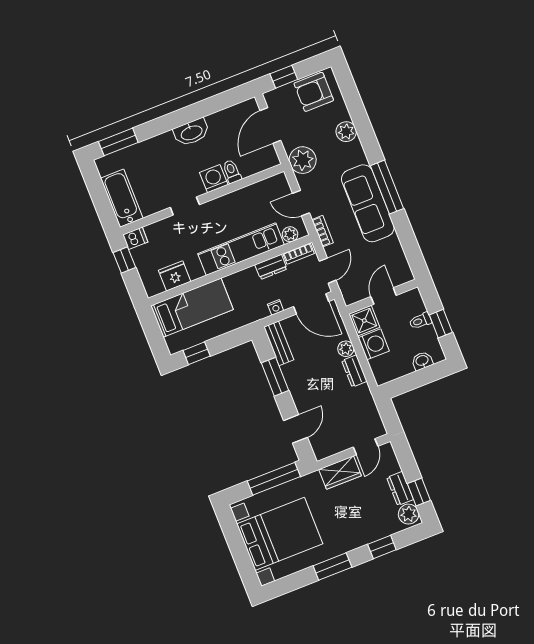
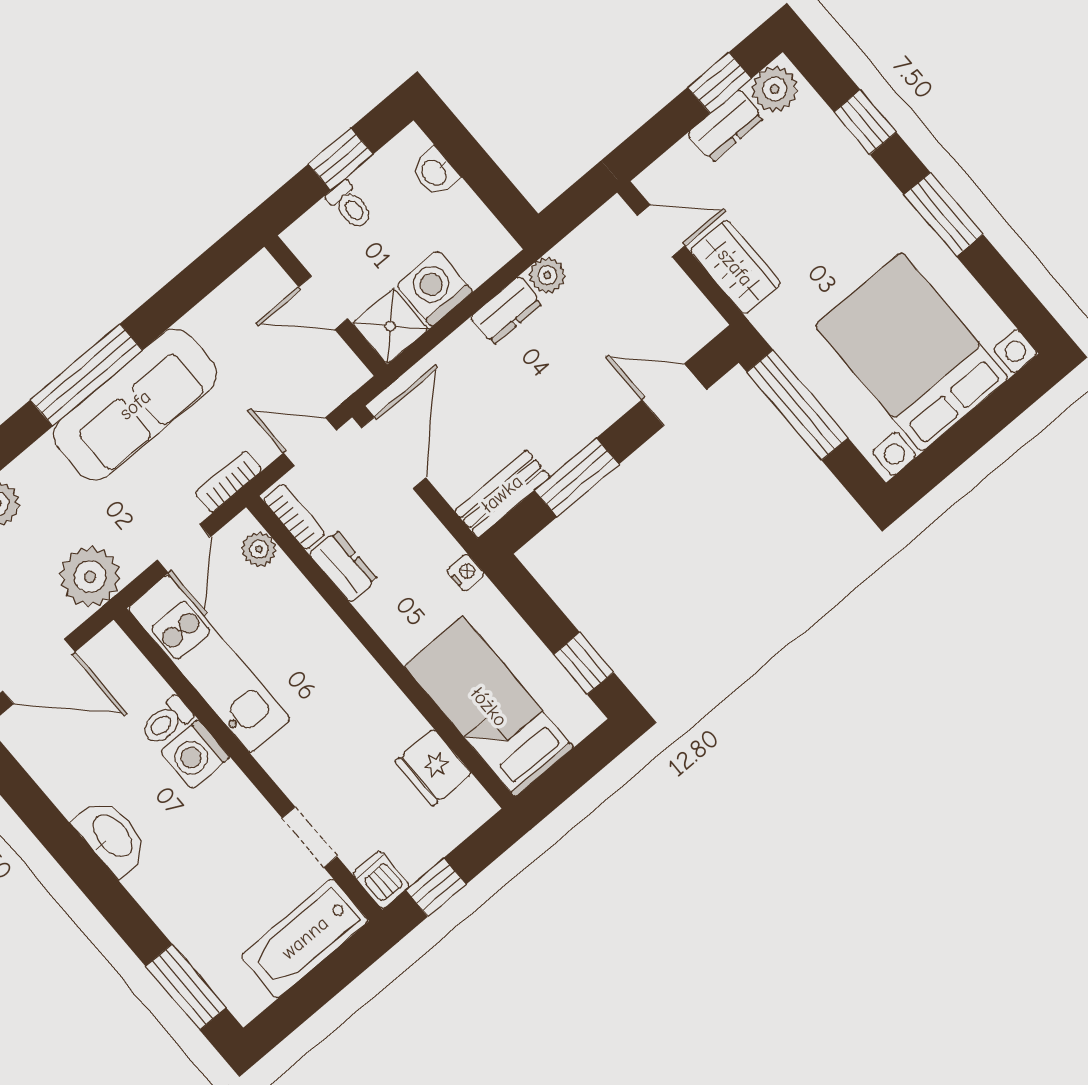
doorway: (185, 206) -> (309, 837), moved
kitchen unit: (241, 249) -> (209, 664), moved, turned 180
nightstand: (276, 307) -> (466, 572), moved
plant: (346, 349) -> (547, 275), moved

